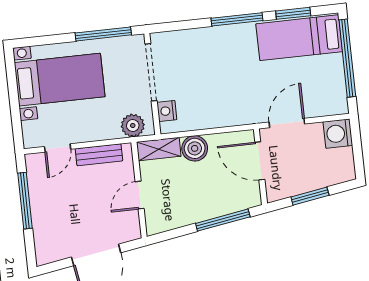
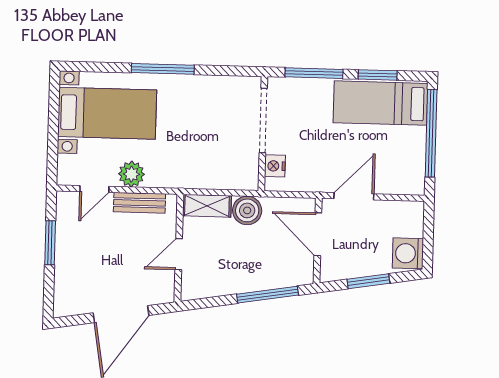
doorway: (151, 72) -> (263, 120), moved
wall: (152, 84) -> (263, 134), moved
nightstand: (167, 111) -> (275, 166), moved
plant: (133, 126) -> (131, 174), moved
washing machine: (338, 134) -> (408, 253), moved
window: (25, 201) -> (50, 243), width x0.69

